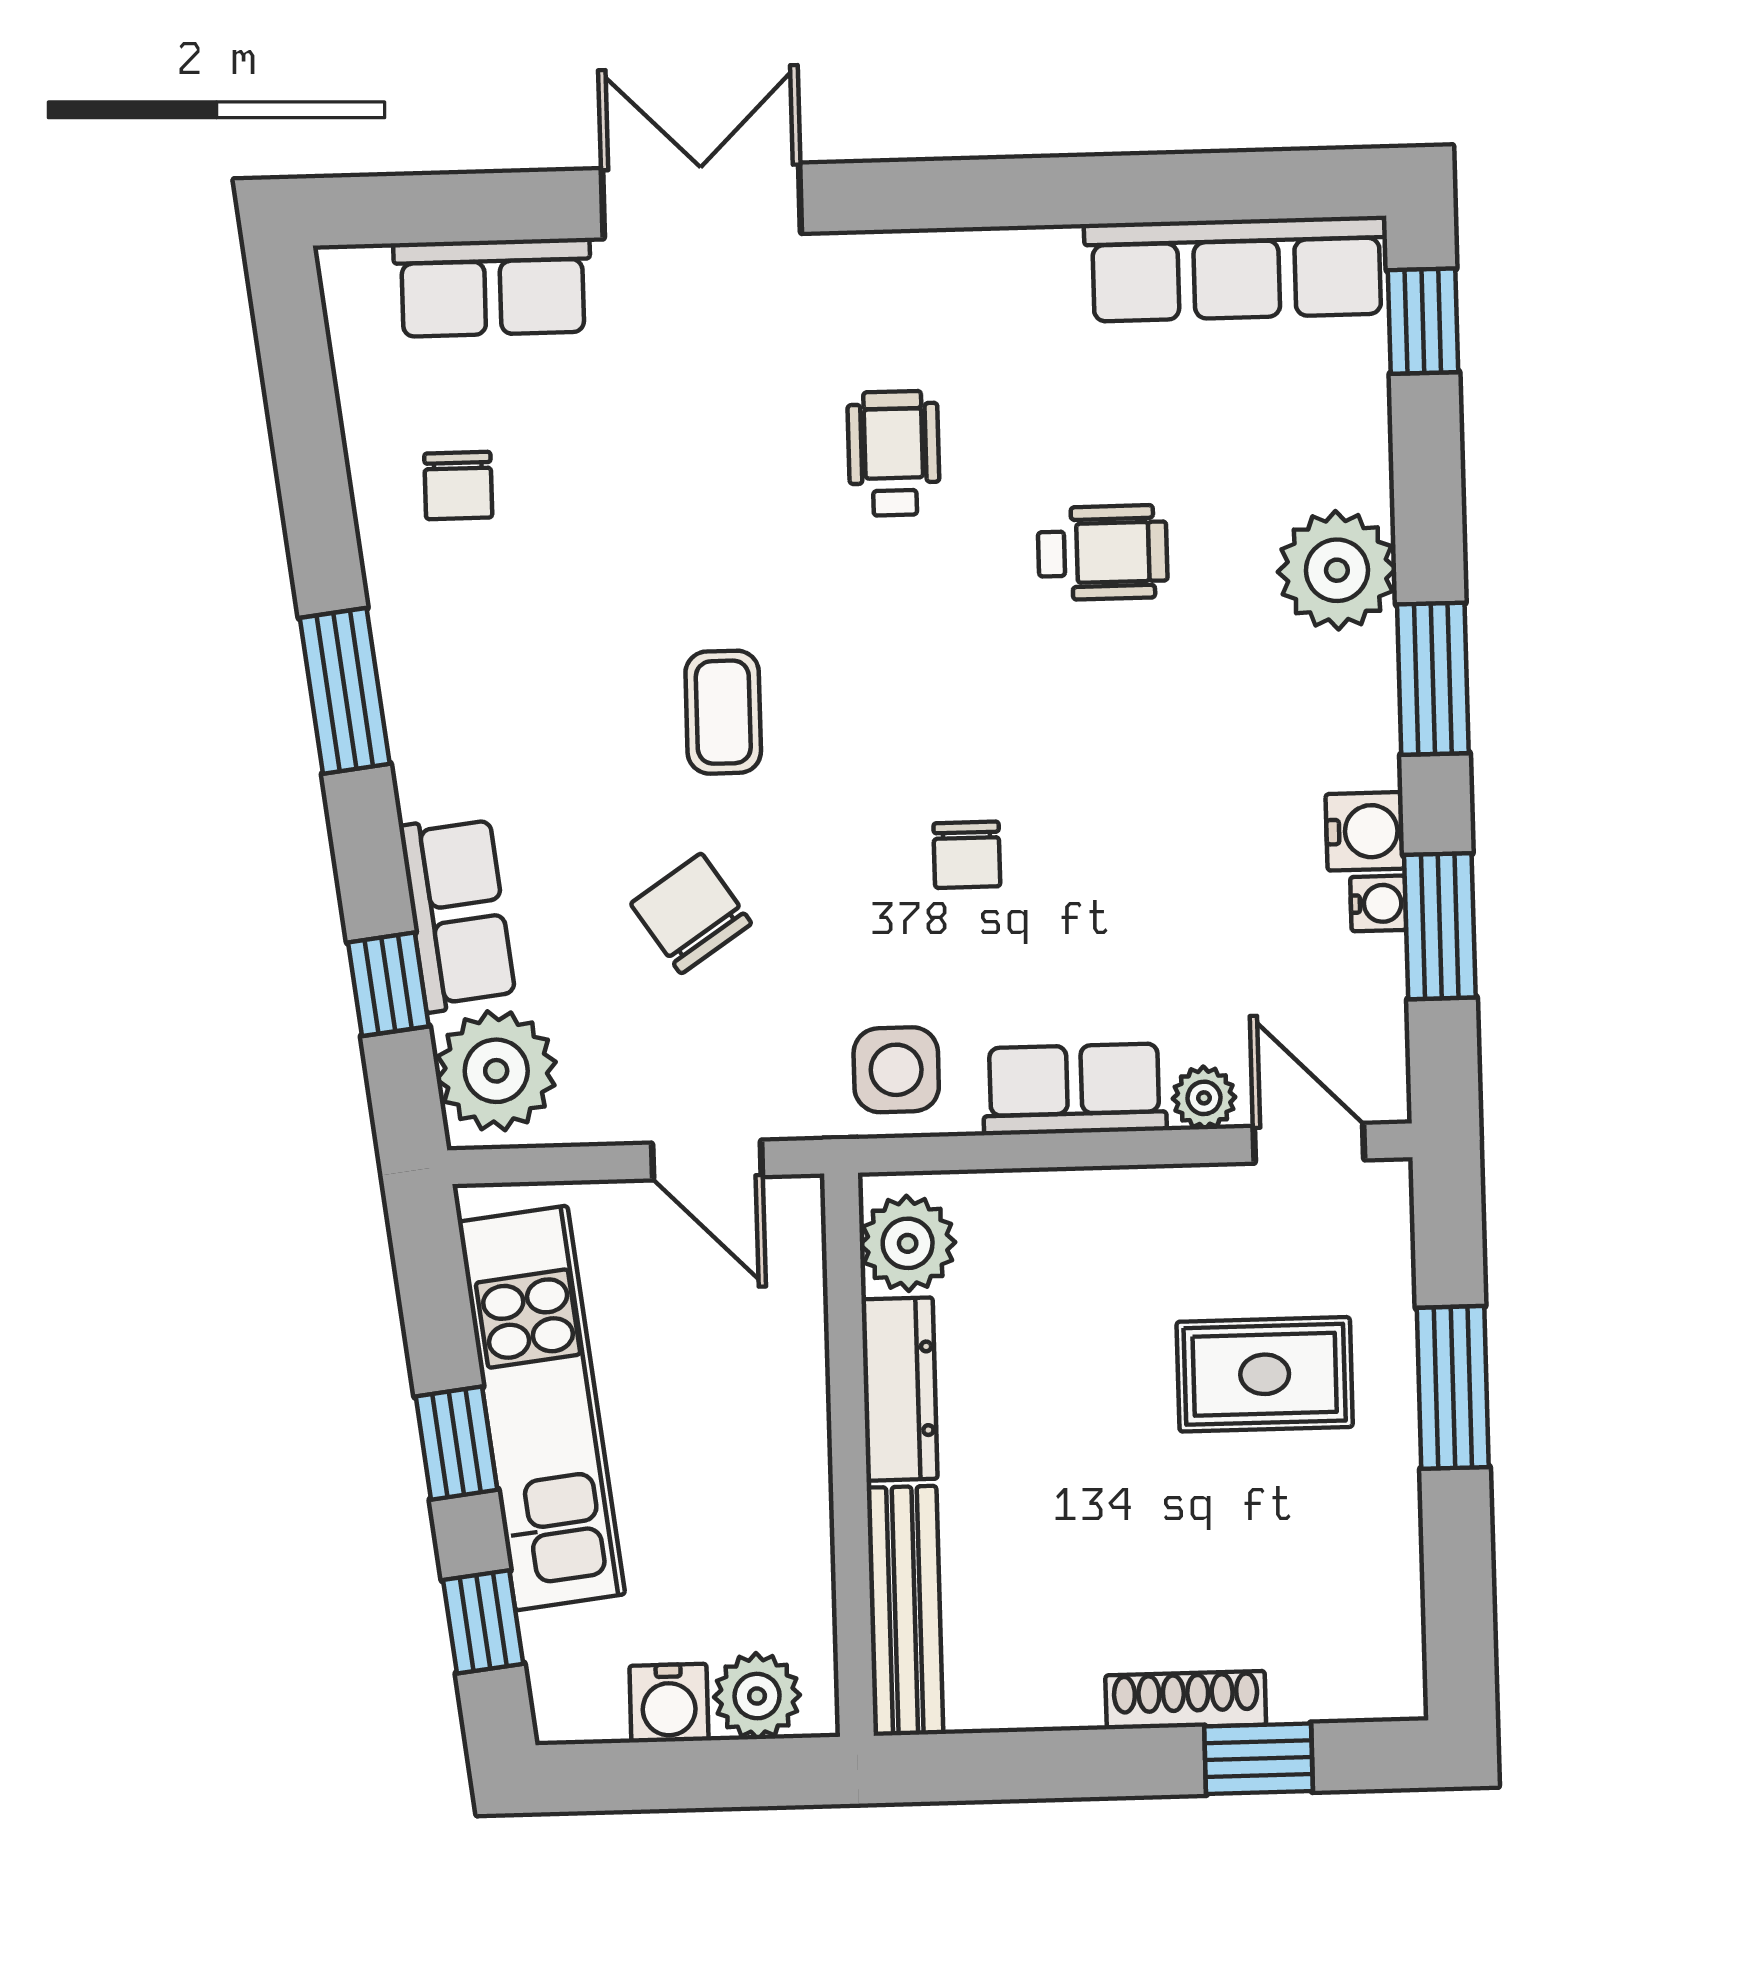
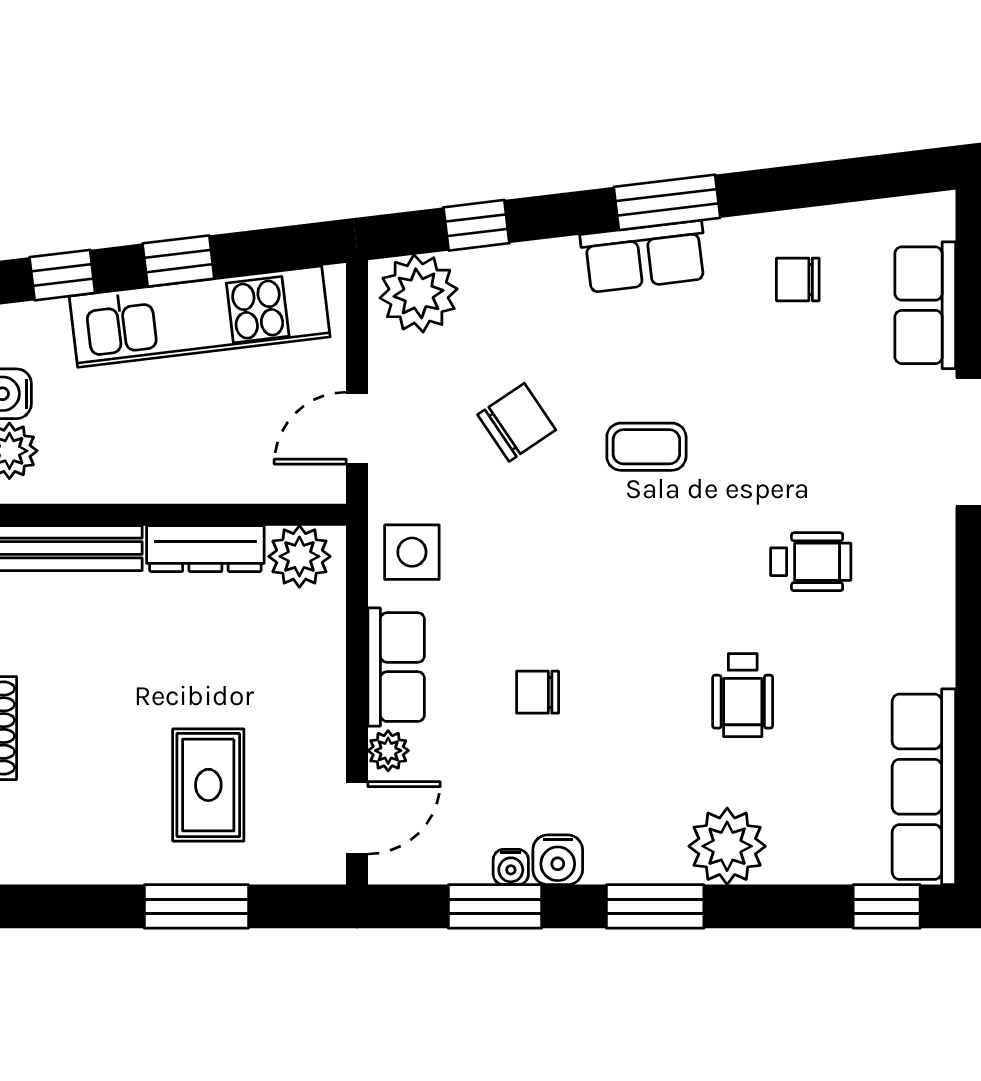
chair: (967, 855) -> (538, 692), moved
row of seats: (458, 913) -> (644, 257), moved

